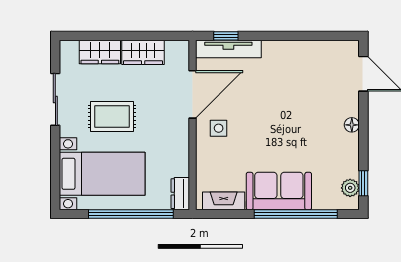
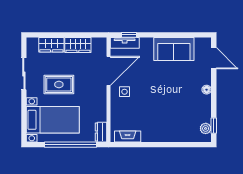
tv unit: (228, 49) -> (125, 43), width x0.71
sofa: (279, 191) -> (174, 49), moved, turned 180
window: (296, 214) -> (172, 145), removed

